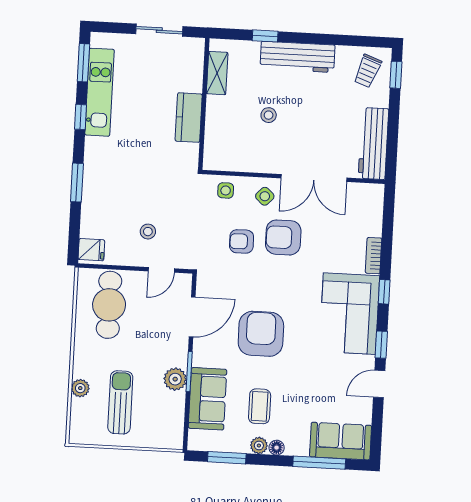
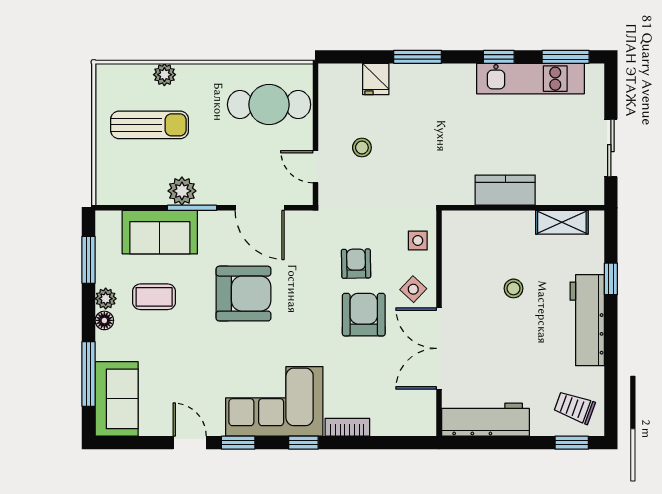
fridge: (91, 250) -> (376, 79), moved

